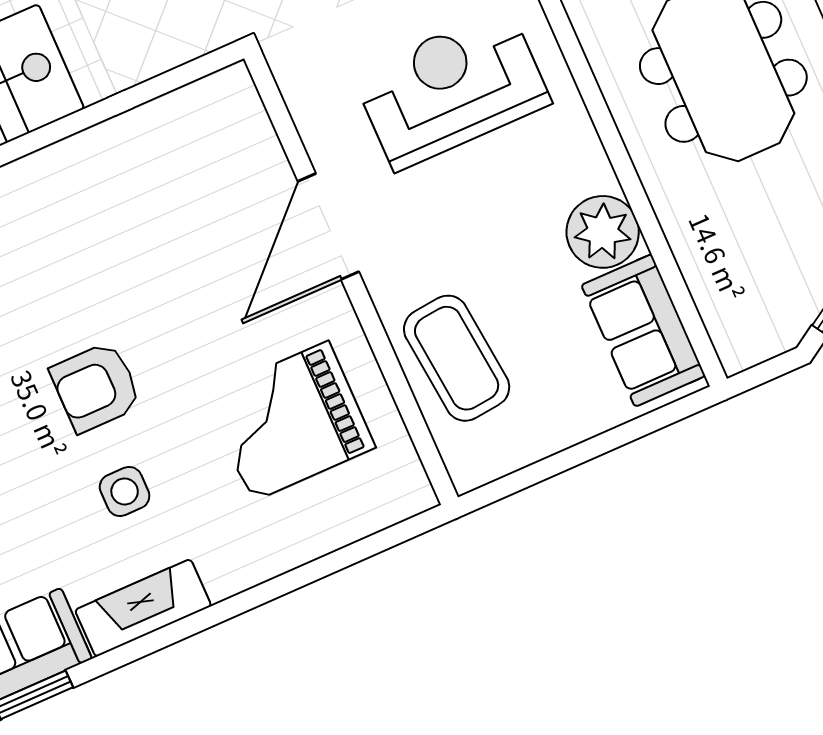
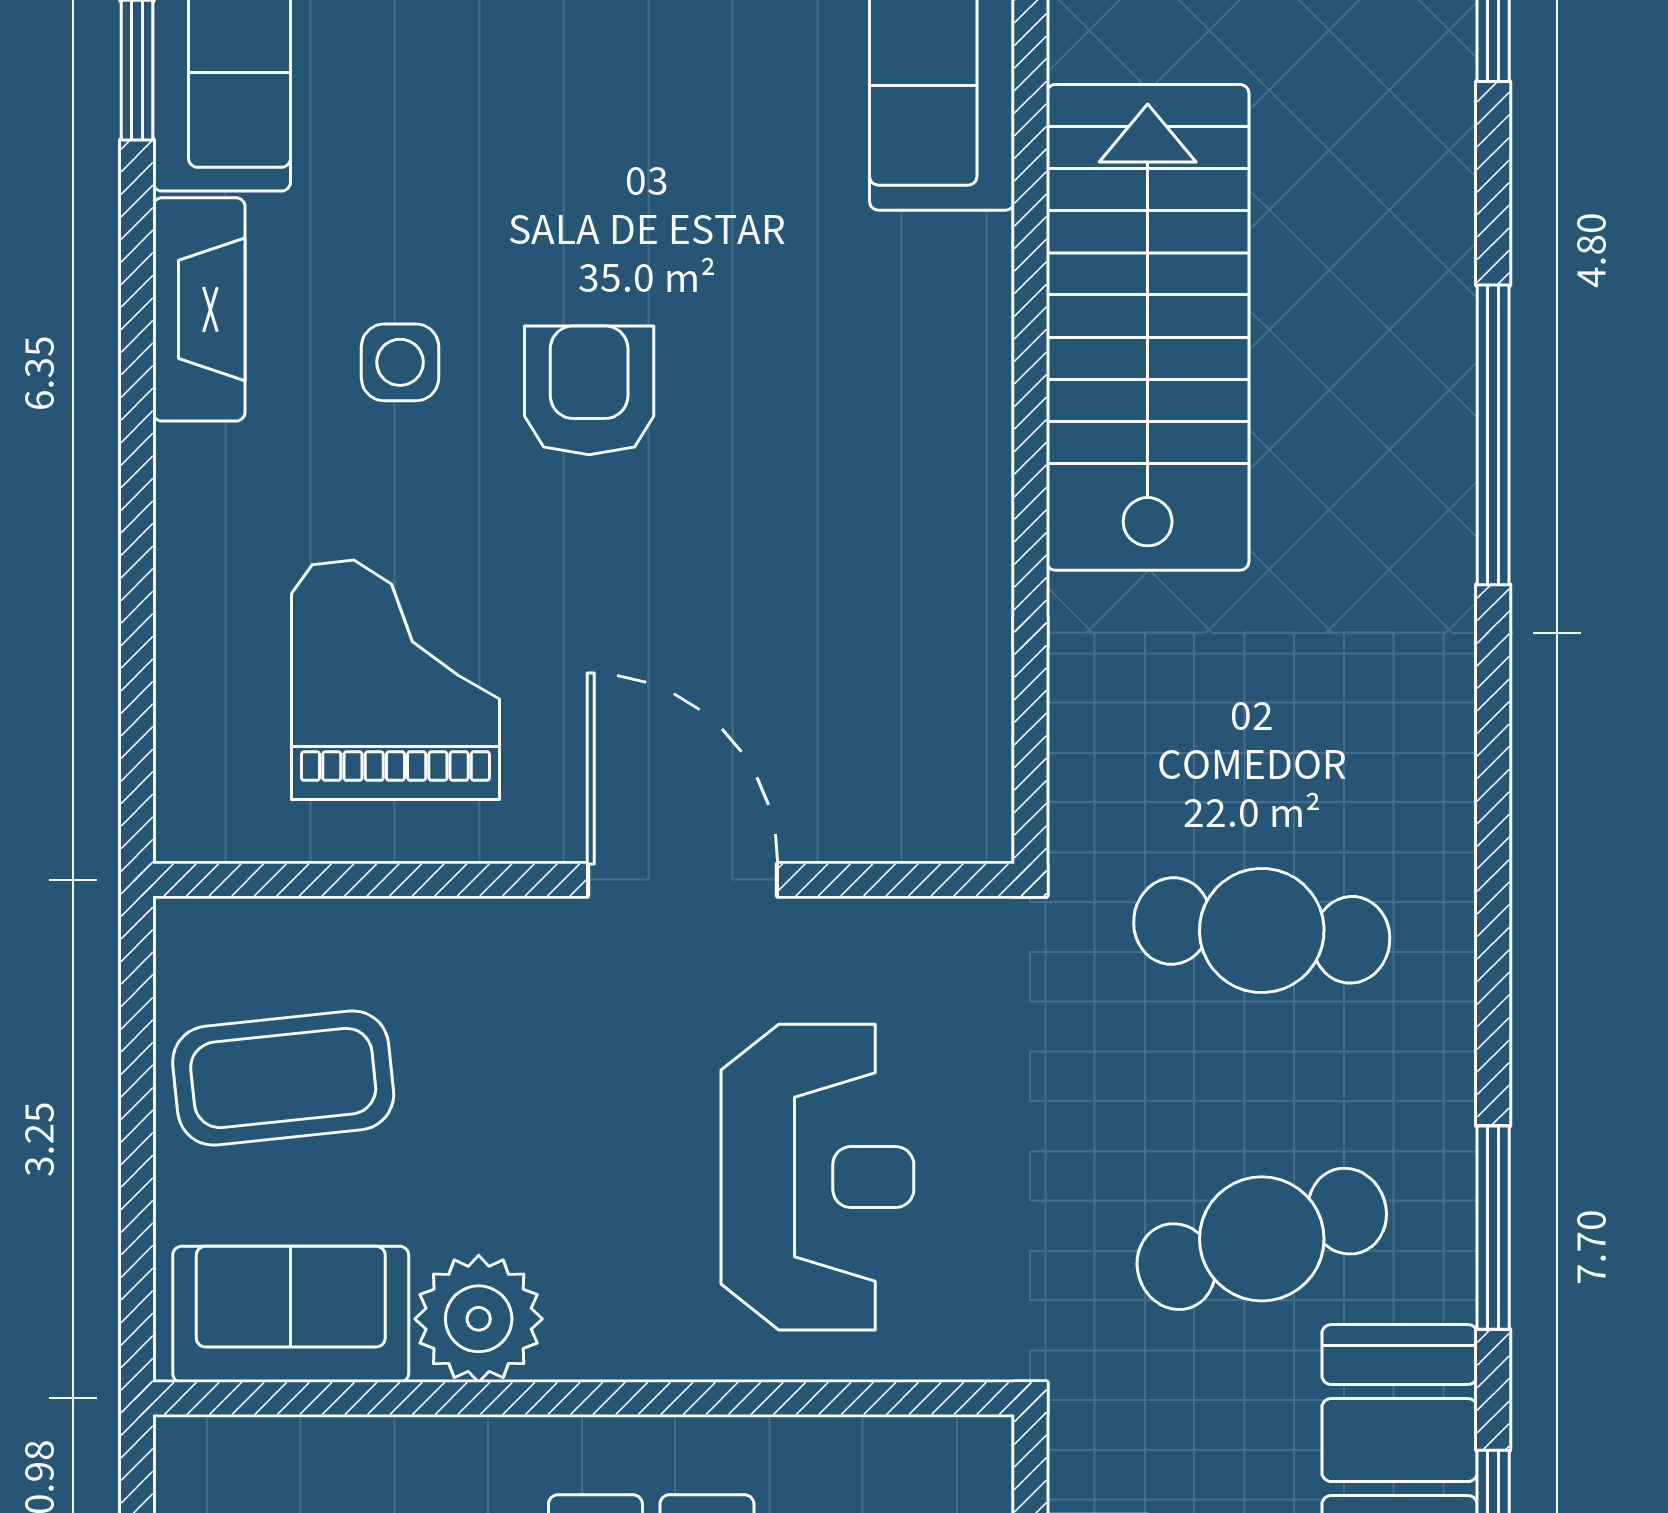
coffee table: (457, 358) -> (283, 1078), moved

